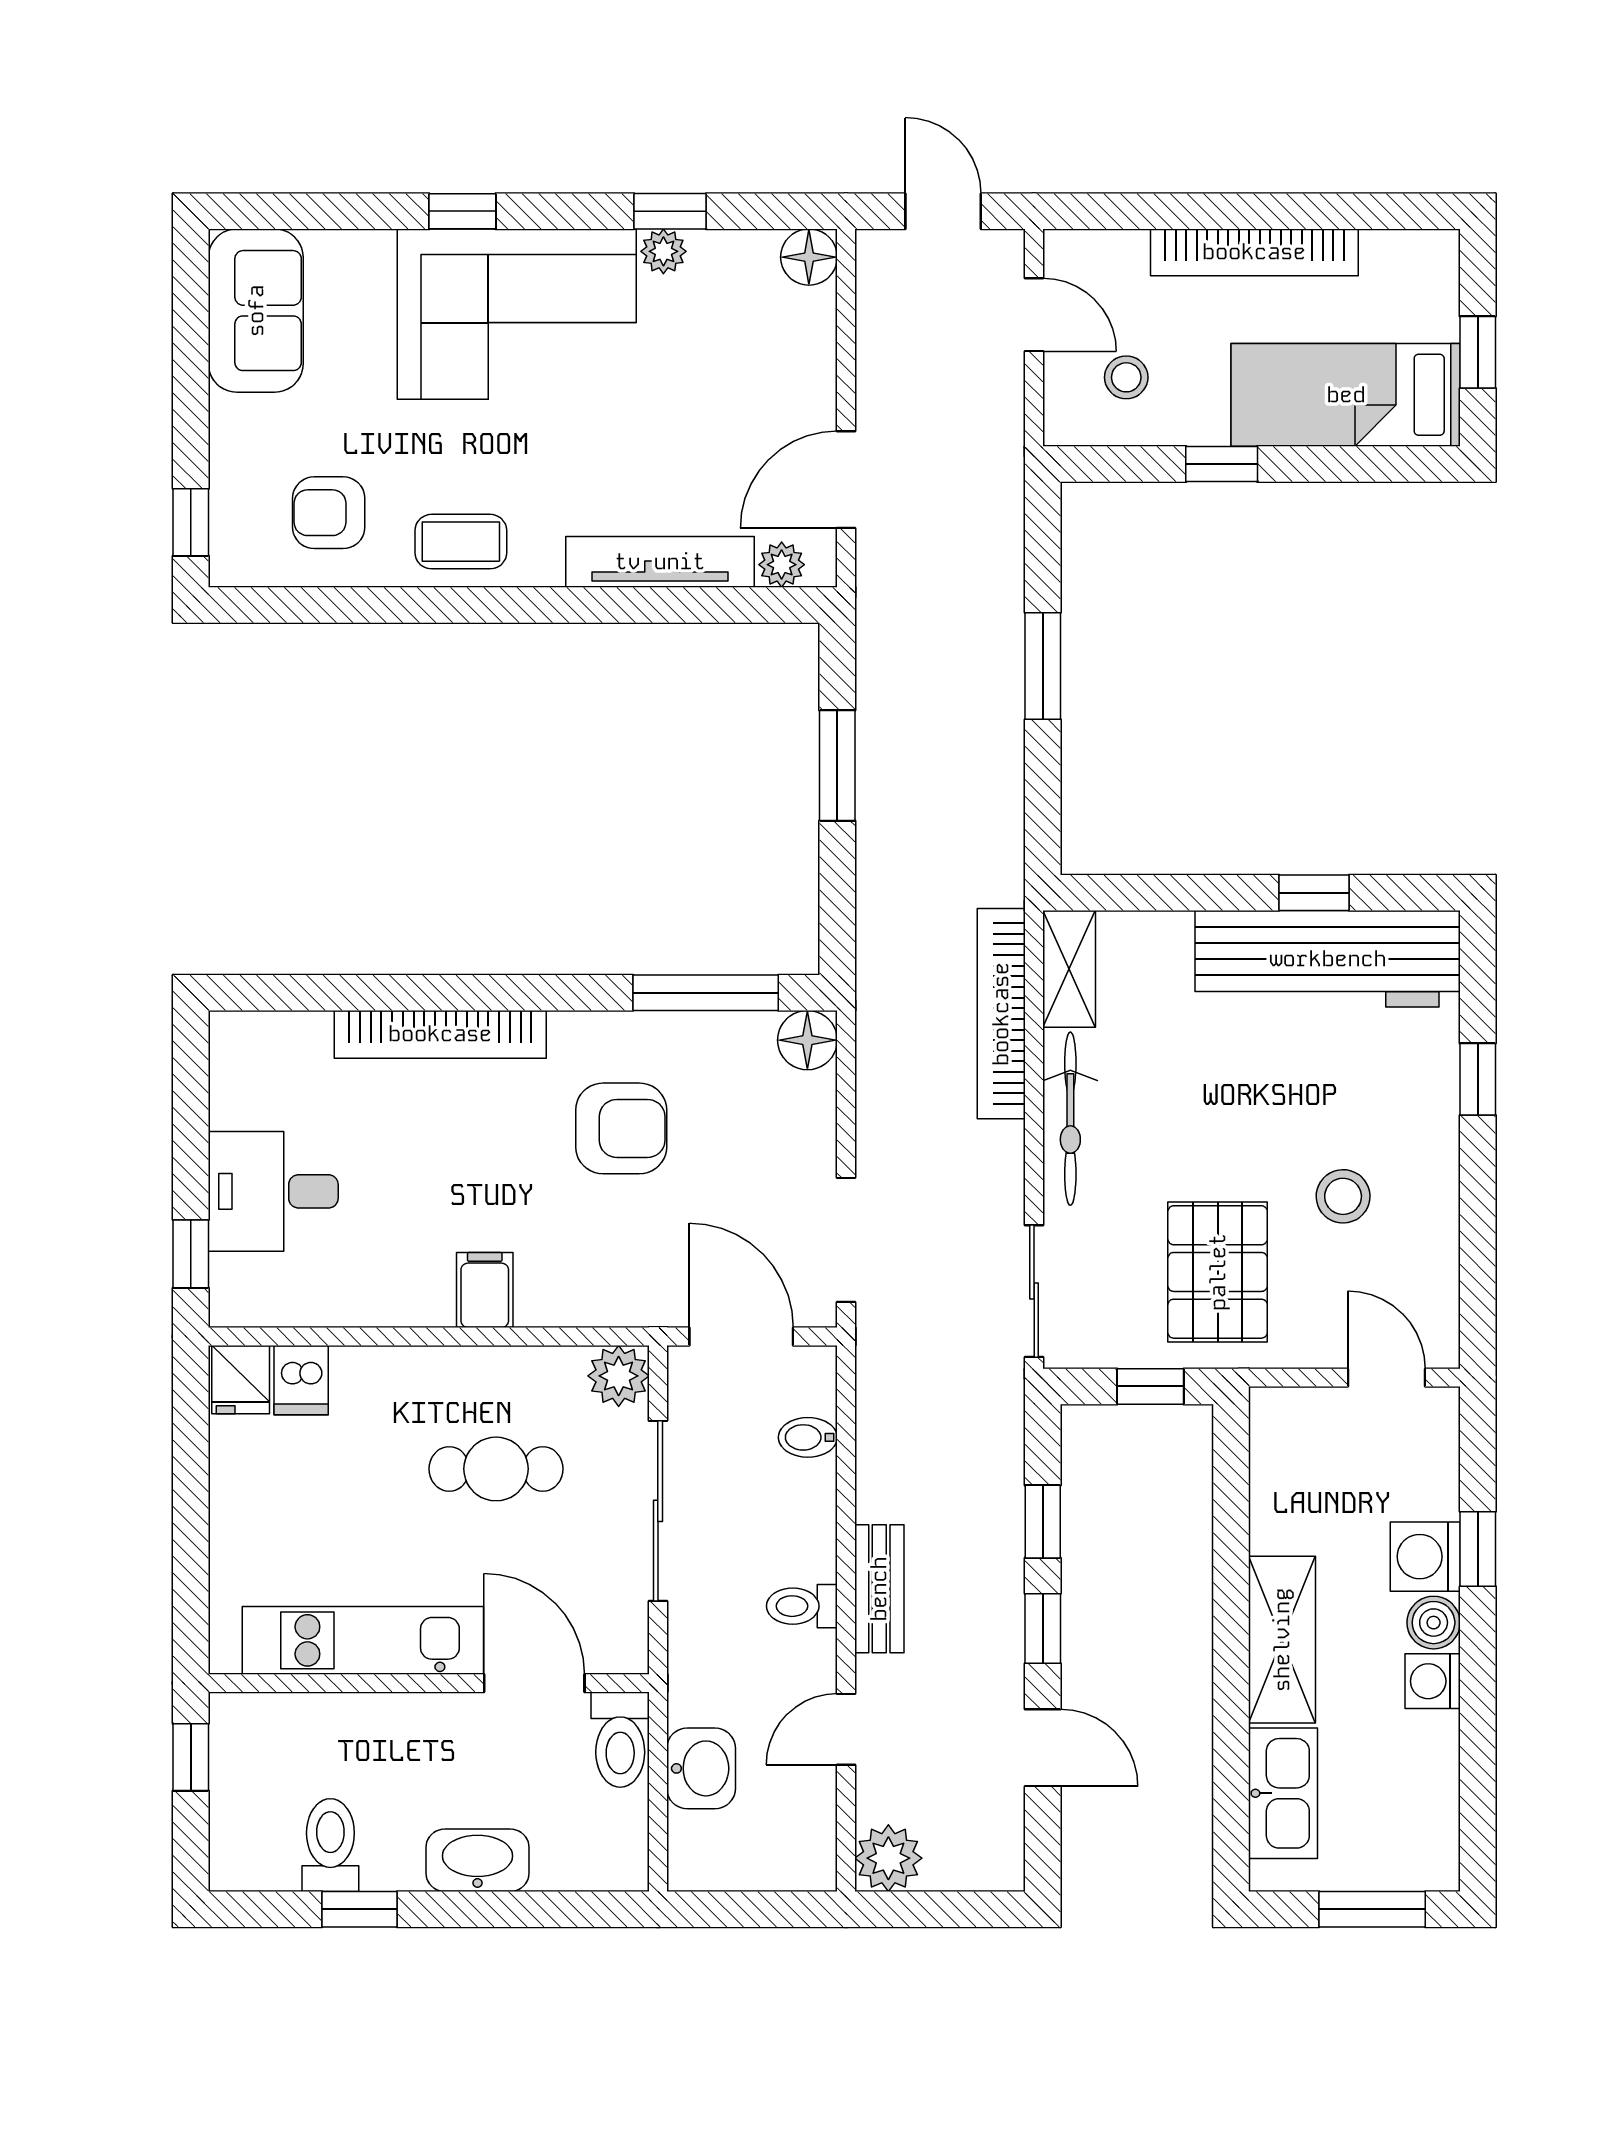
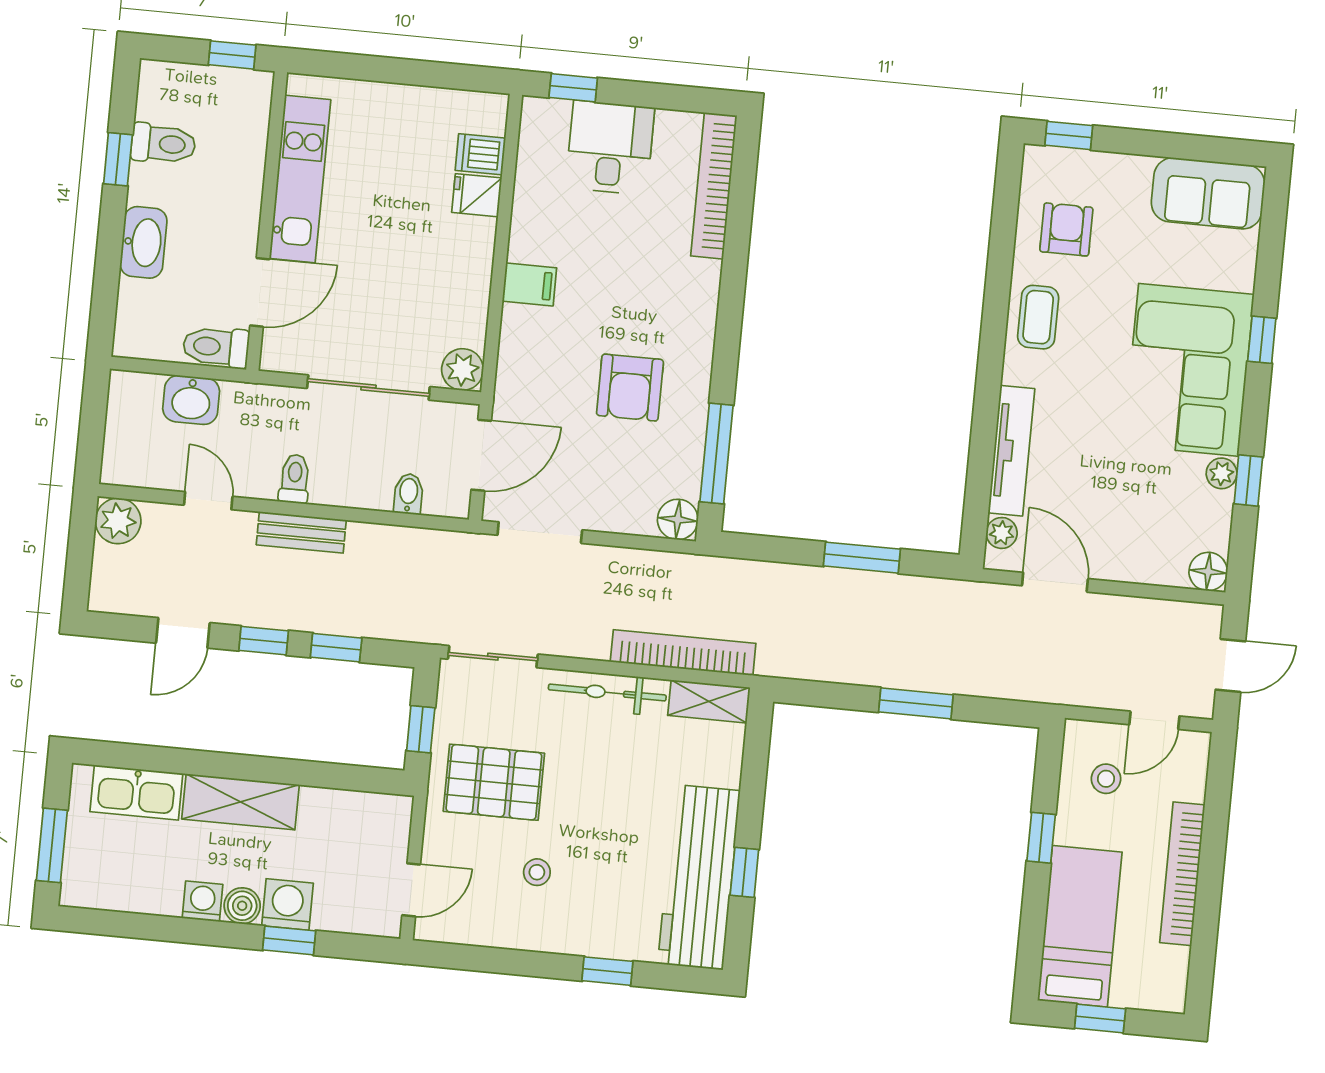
bookcase: (440, 1034) -> (714, 186), moved
stool: (1343, 1196) -> (537, 872), width x0.73, depth x0.73
fridge: (241, 1380) -> (477, 195), moved
cafe table: (496, 1469) -> (407, 280), removed

